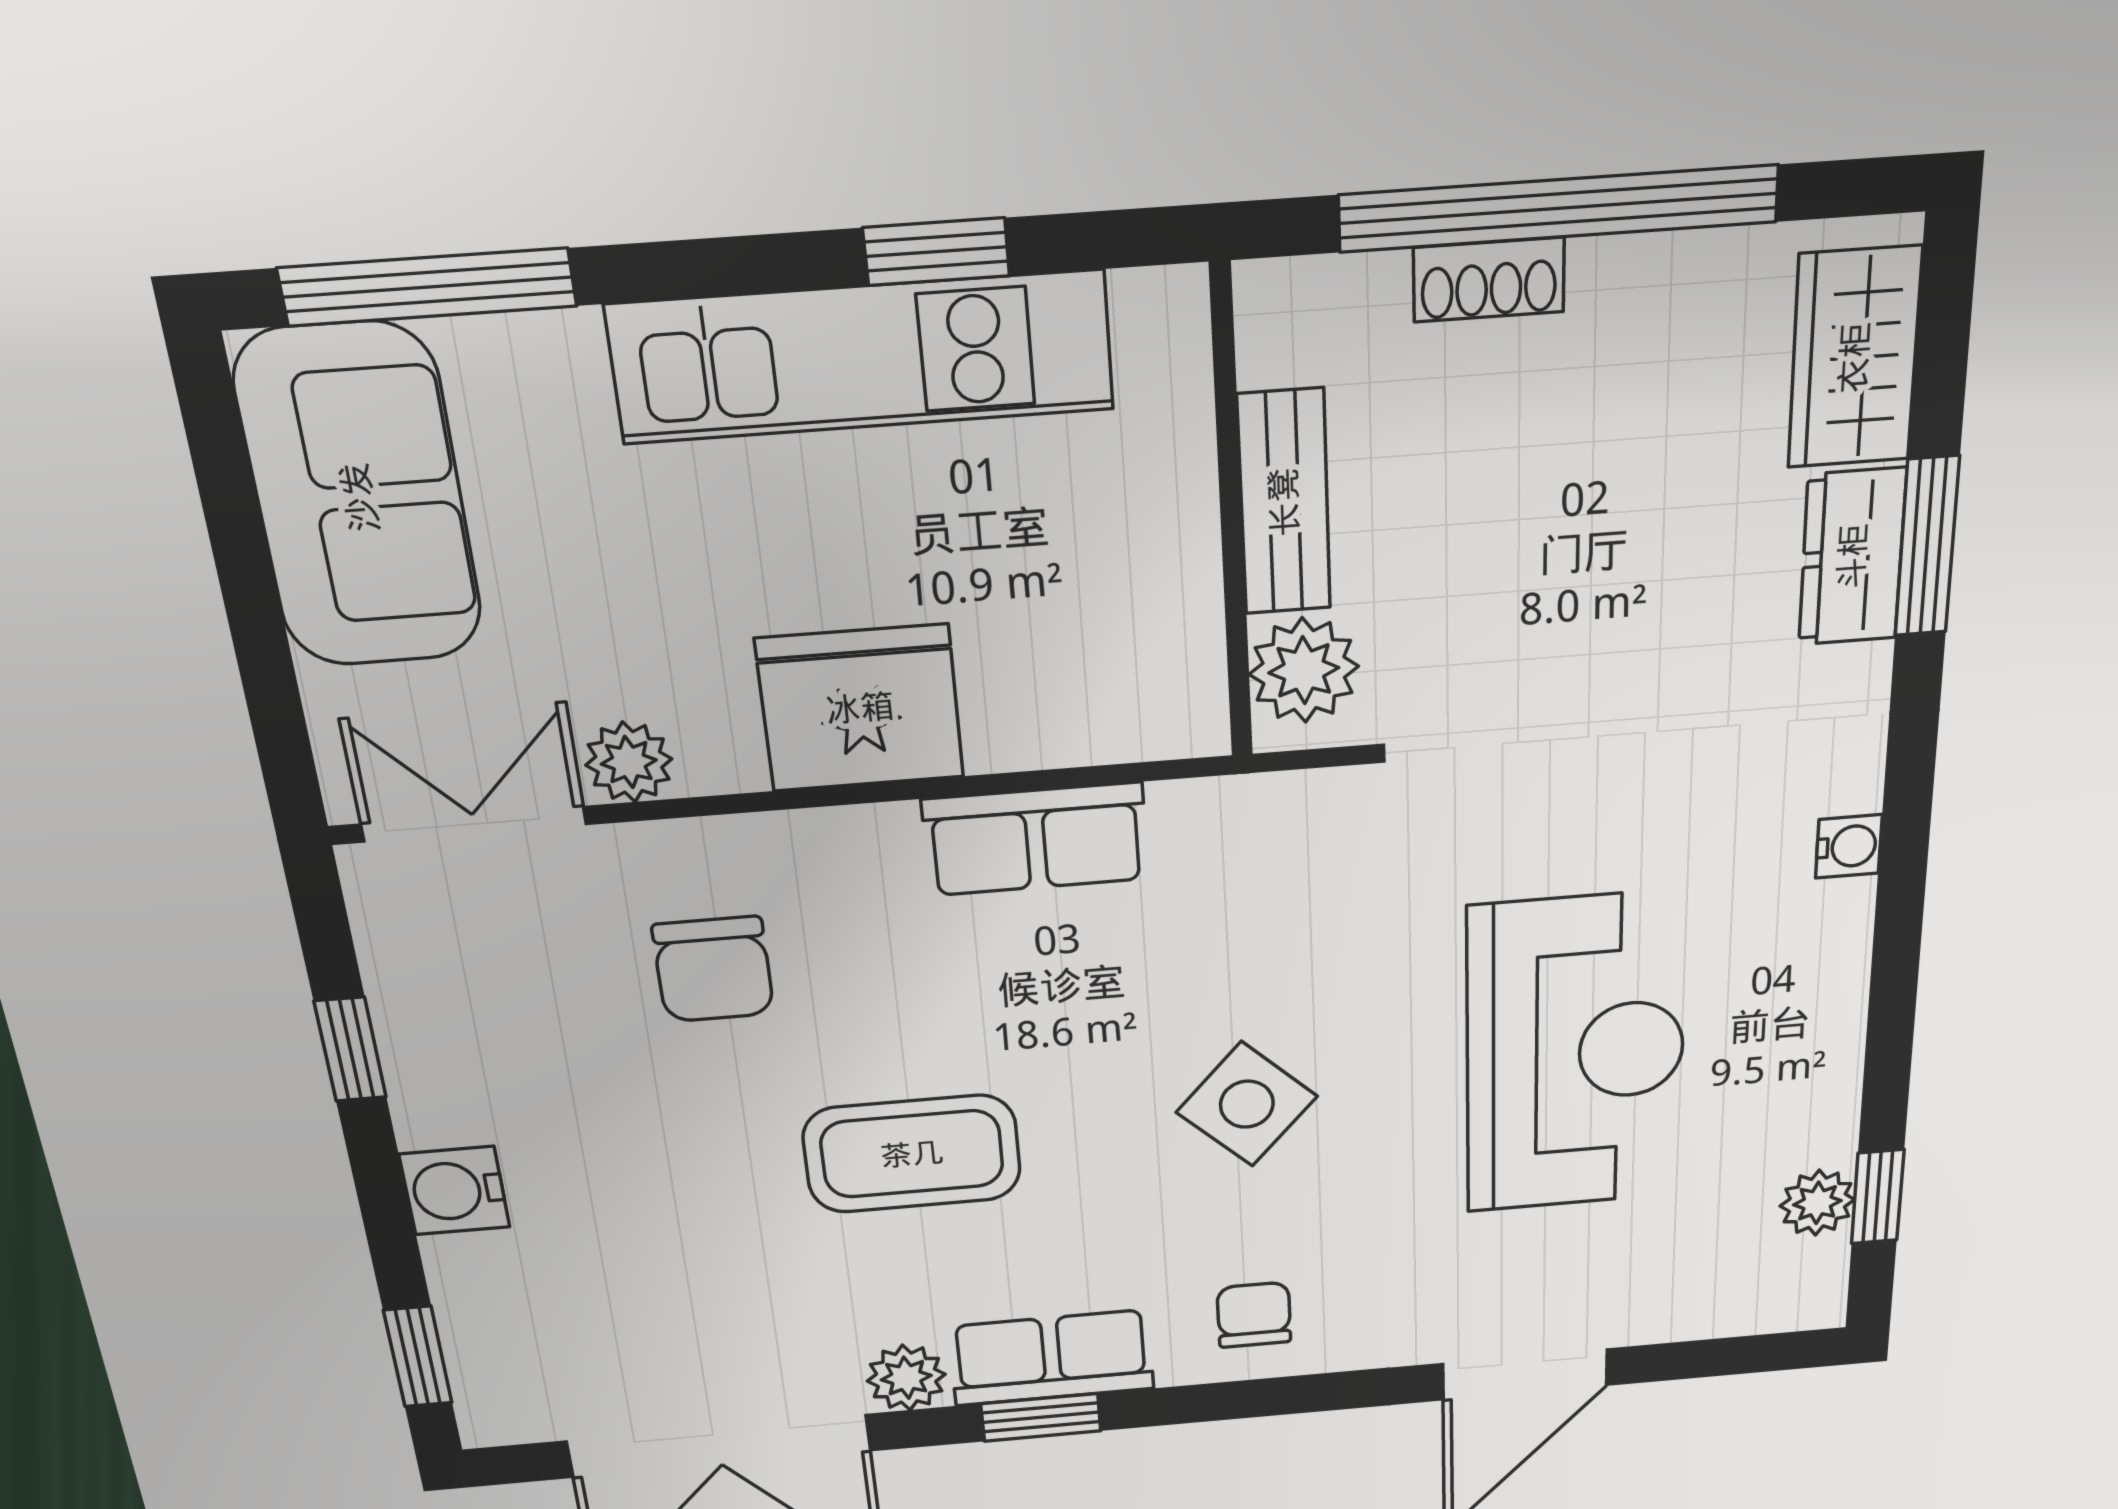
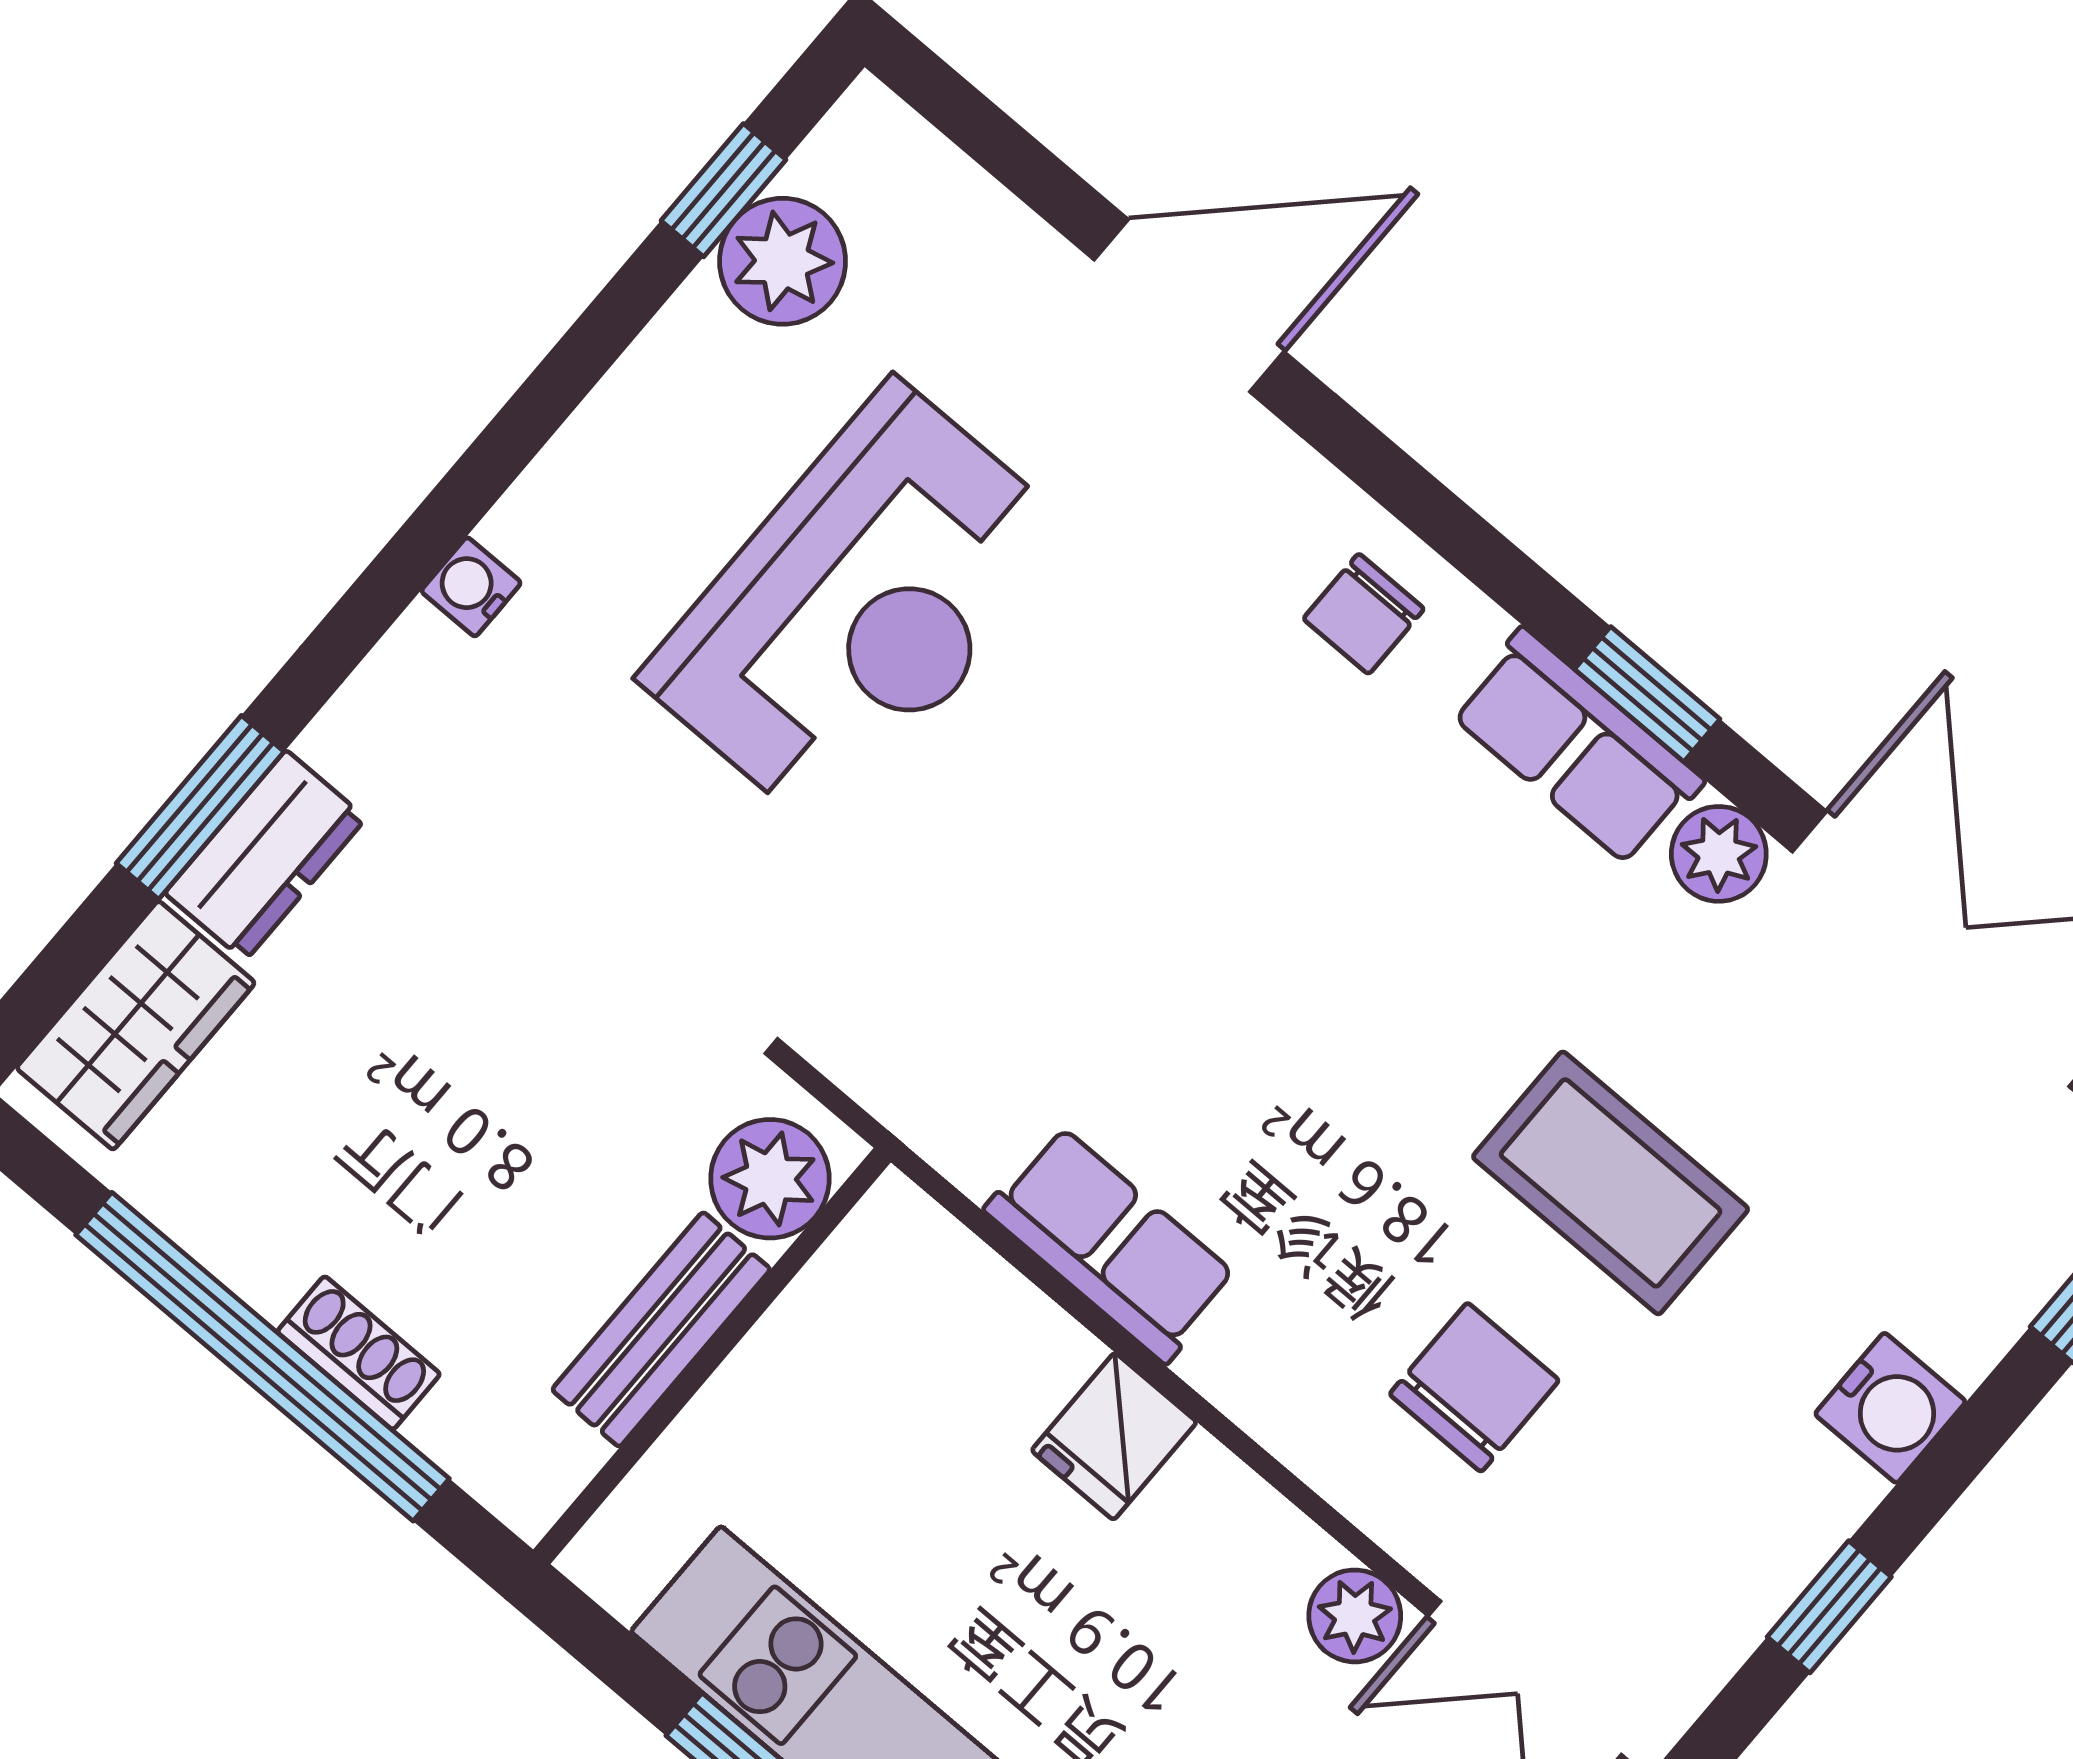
fridge: (860, 708) -> (1114, 1436), width x0.53, depth x0.75
reception desk: (1575, 1054) -> (859, 607), turned 180
side table: (1247, 1104) -> (1173, 833), removed
coffee table: (912, 1154) -> (1611, 1183), moved
plant: (1817, 1203) -> (783, 261), width x1.38, depth x1.38

